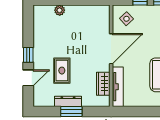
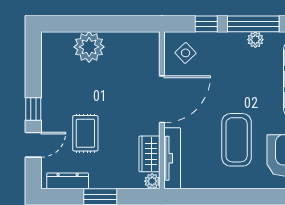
plant: (60, 10) -> (89, 47), width x1.87, depth x1.87
dresser: (68, 101) -> (68, 181), moved
plant: (105, 101) -> (152, 181), added

